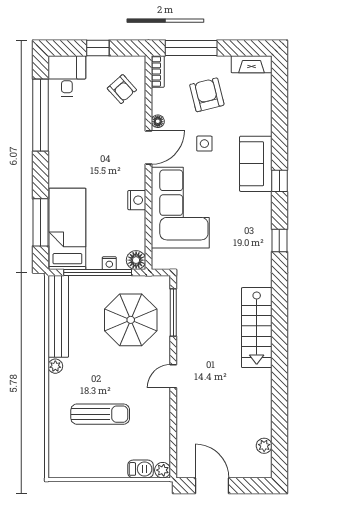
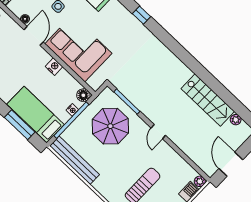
stairs: (257, 328) -> (208, 100), moved
plant: (55, 366) -> (98, 185), removed
door: (212, 486) -> (231, 164), hinge flipped

